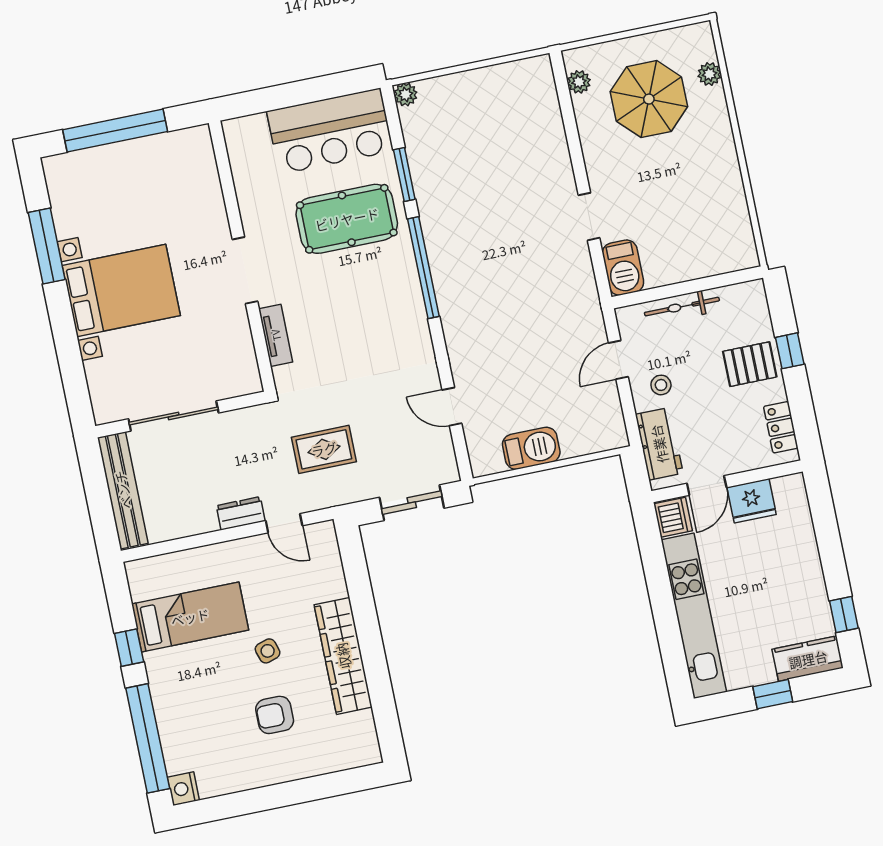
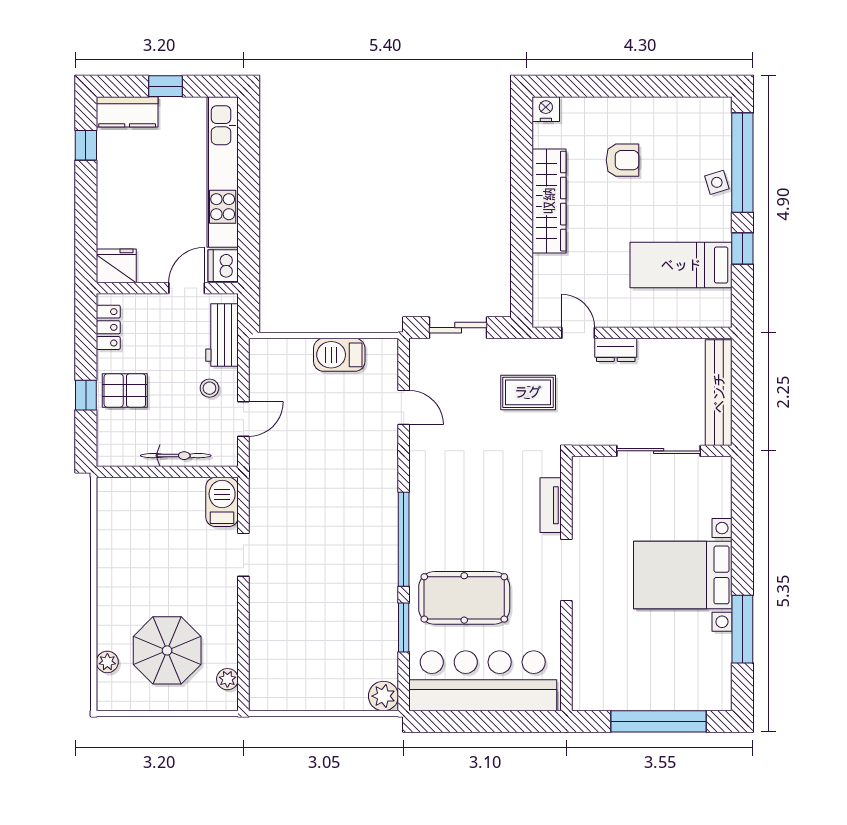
plant: (406, 94) -> (383, 696), width x1.38, depth x1.38
bar counter: (330, 131) -> (483, 681), width x1.36
fridge: (752, 501) -> (116, 266), moved
side table: (268, 651) -> (717, 182), moved
nightstand: (183, 789) -> (546, 109), moved, turned -90

